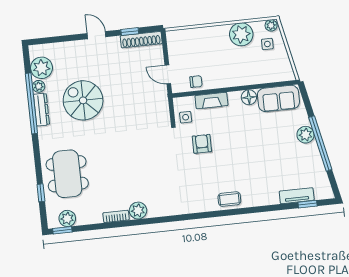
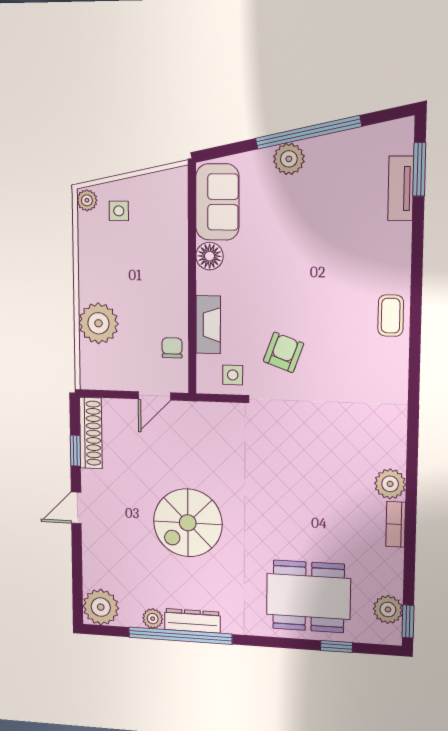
plant: (241, 34) -> (98, 323), moved
plant: (42, 68) -> (101, 607), moved
spiral stairs: (83, 100) -> (188, 523), moved
armchair: (202, 144) -> (283, 352), turned 110
window: (308, 204) -> (419, 169), width x1.50

